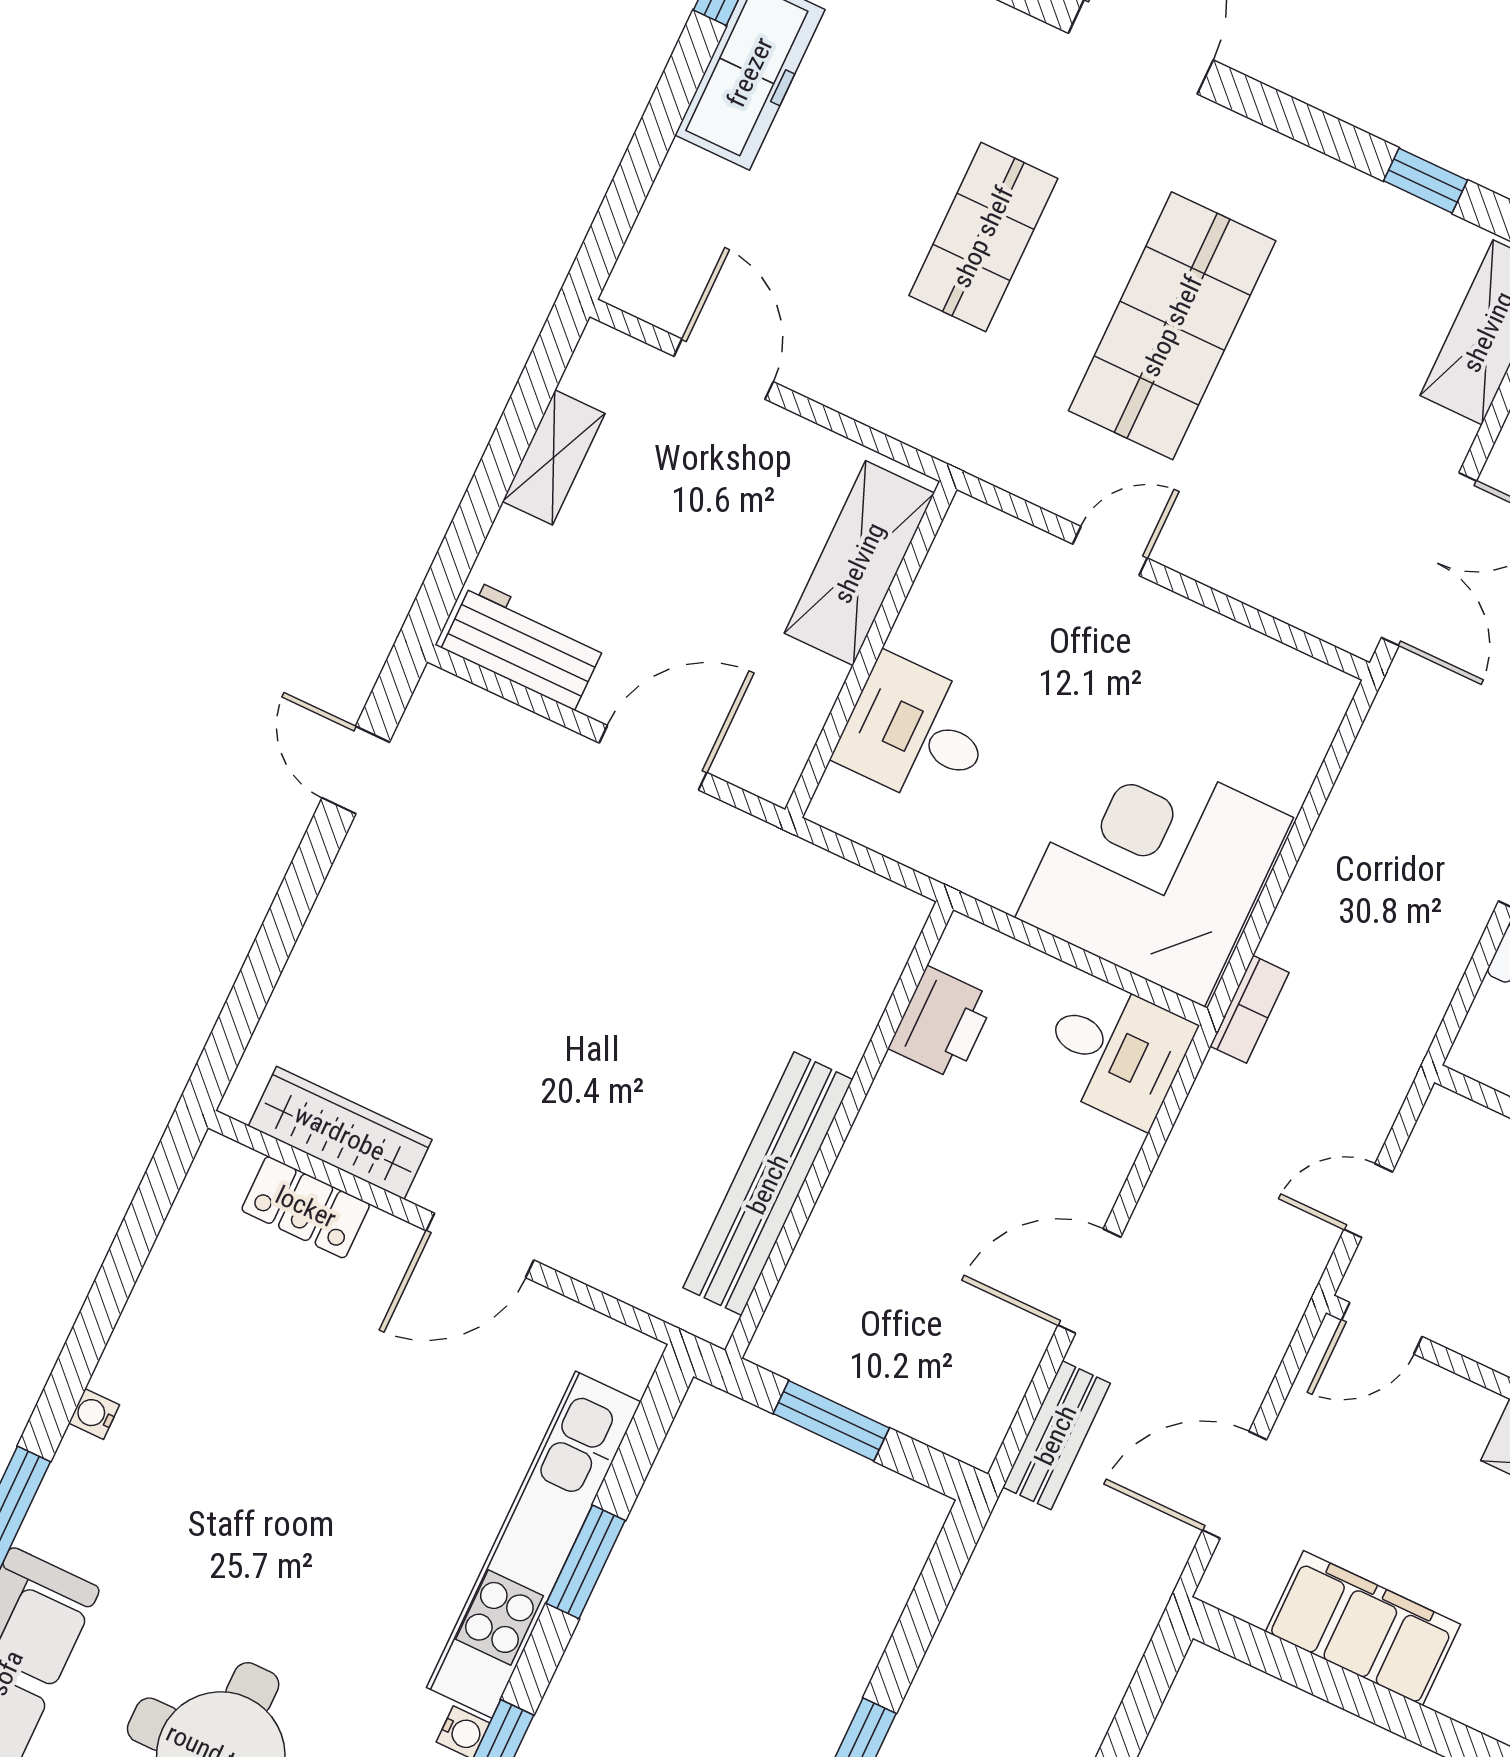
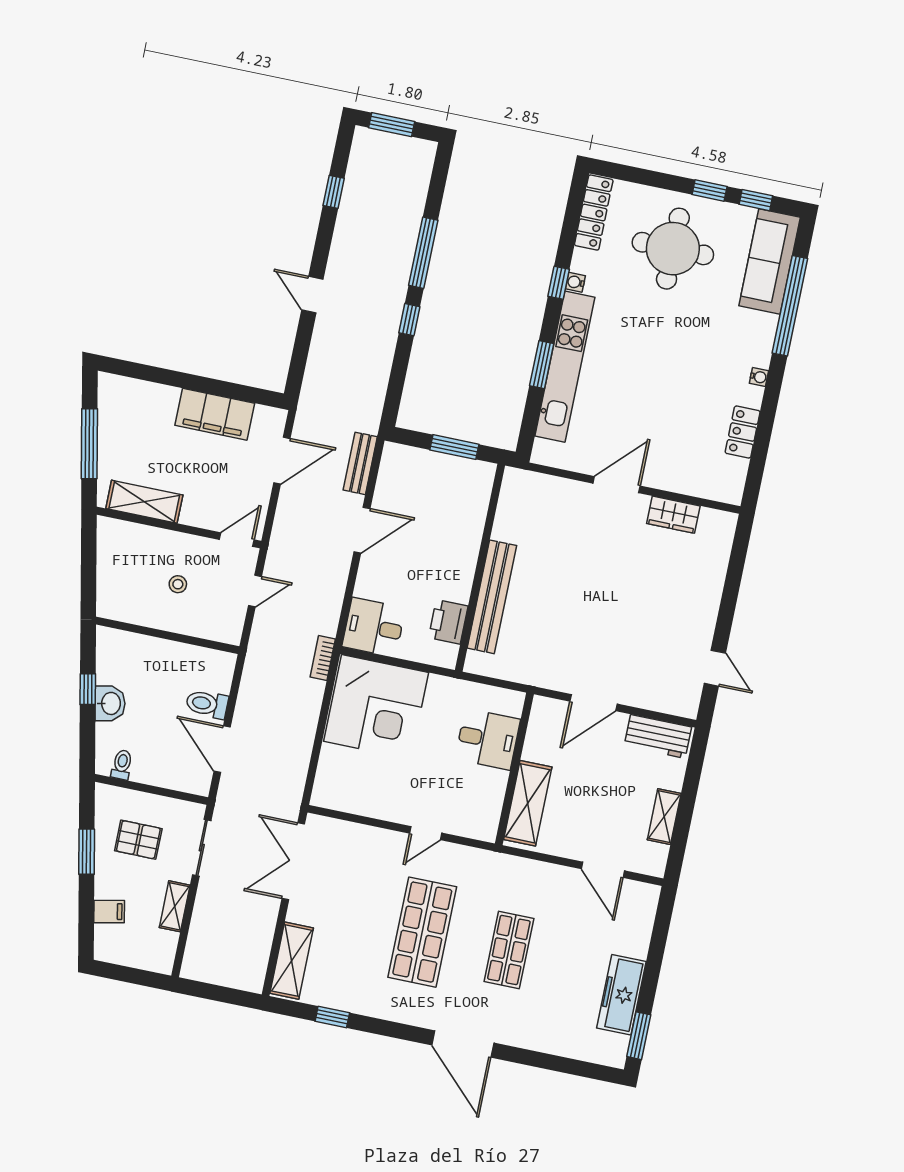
wardrobe: (340, 1133) -> (673, 515), width x0.67
bench: (768, 1184) -> (492, 597), moved
locker: (306, 1207) -> (743, 432), moved, turned -90

